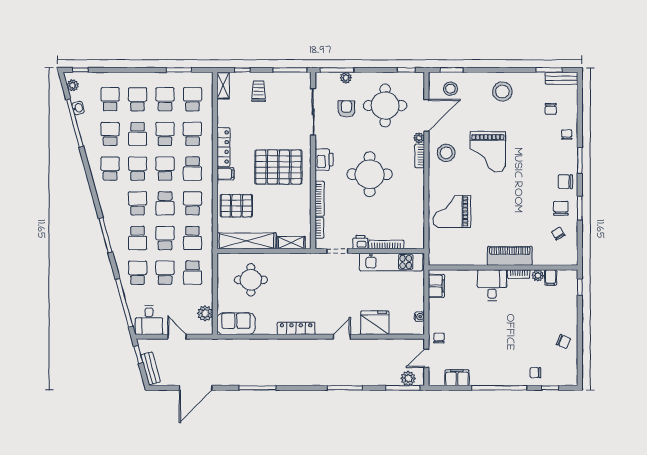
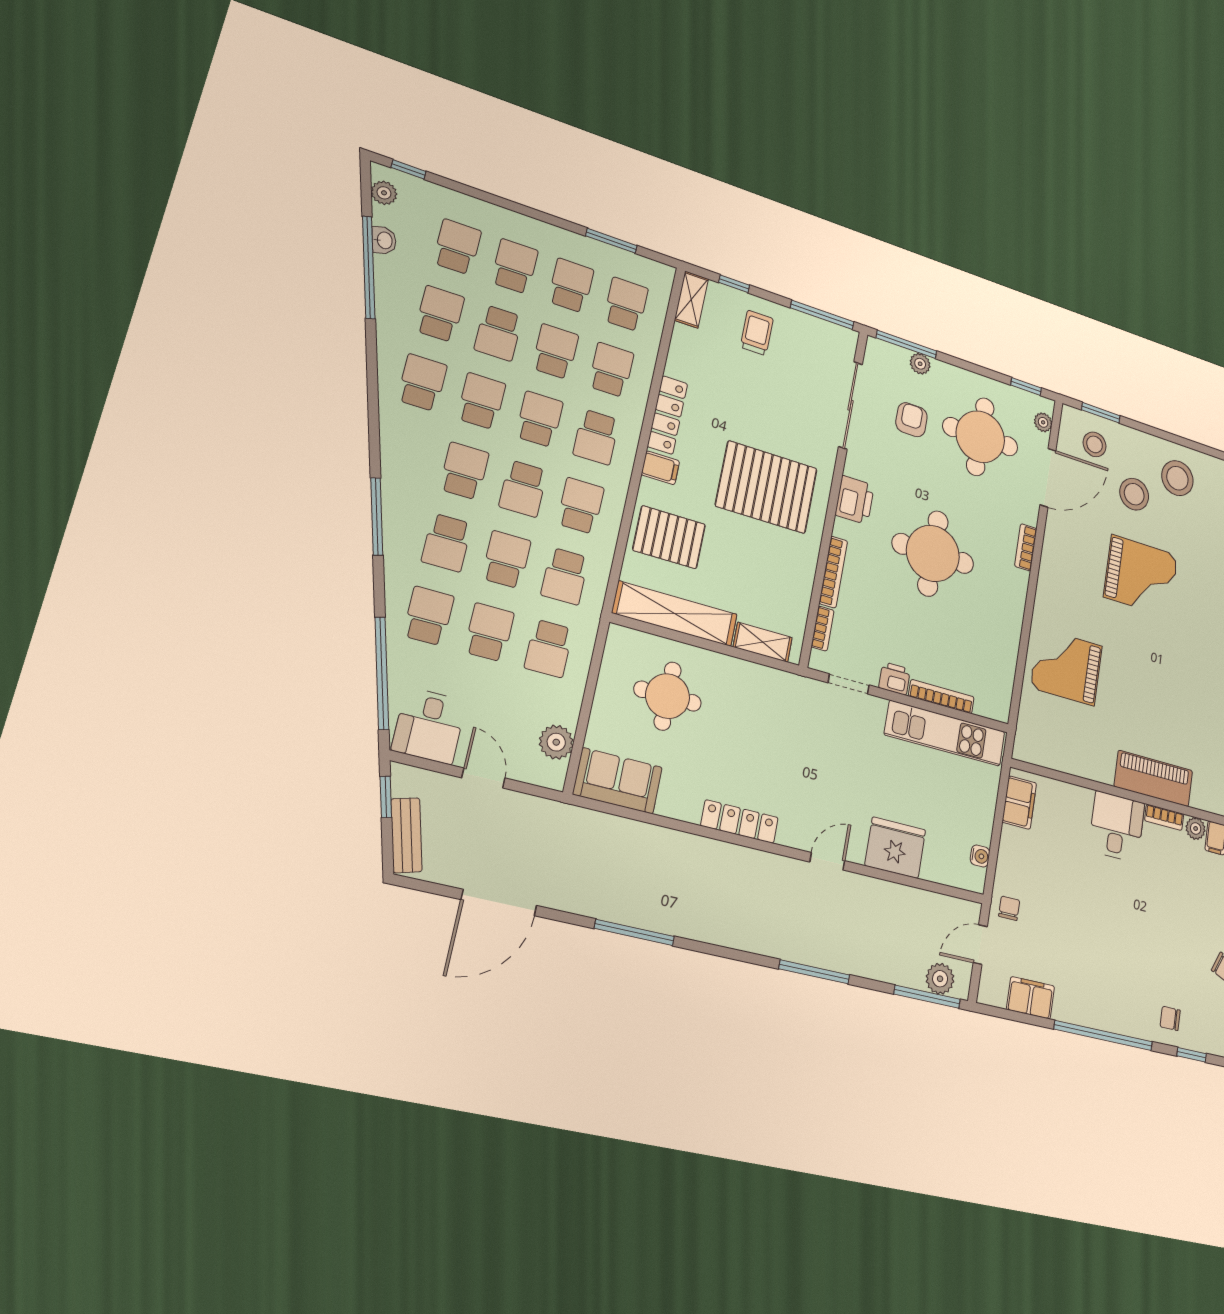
plant: (419, 138) -> (1043, 422), moved
grand piano: (488, 152) -> (1141, 576), turned -90
stool: (446, 153) -> (1134, 494), moved

